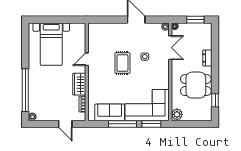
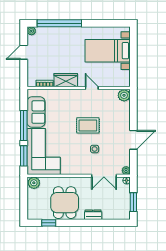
plant: (94, 29) -> (124, 95), added
door: (65, 124) -> (24, 52), moved

